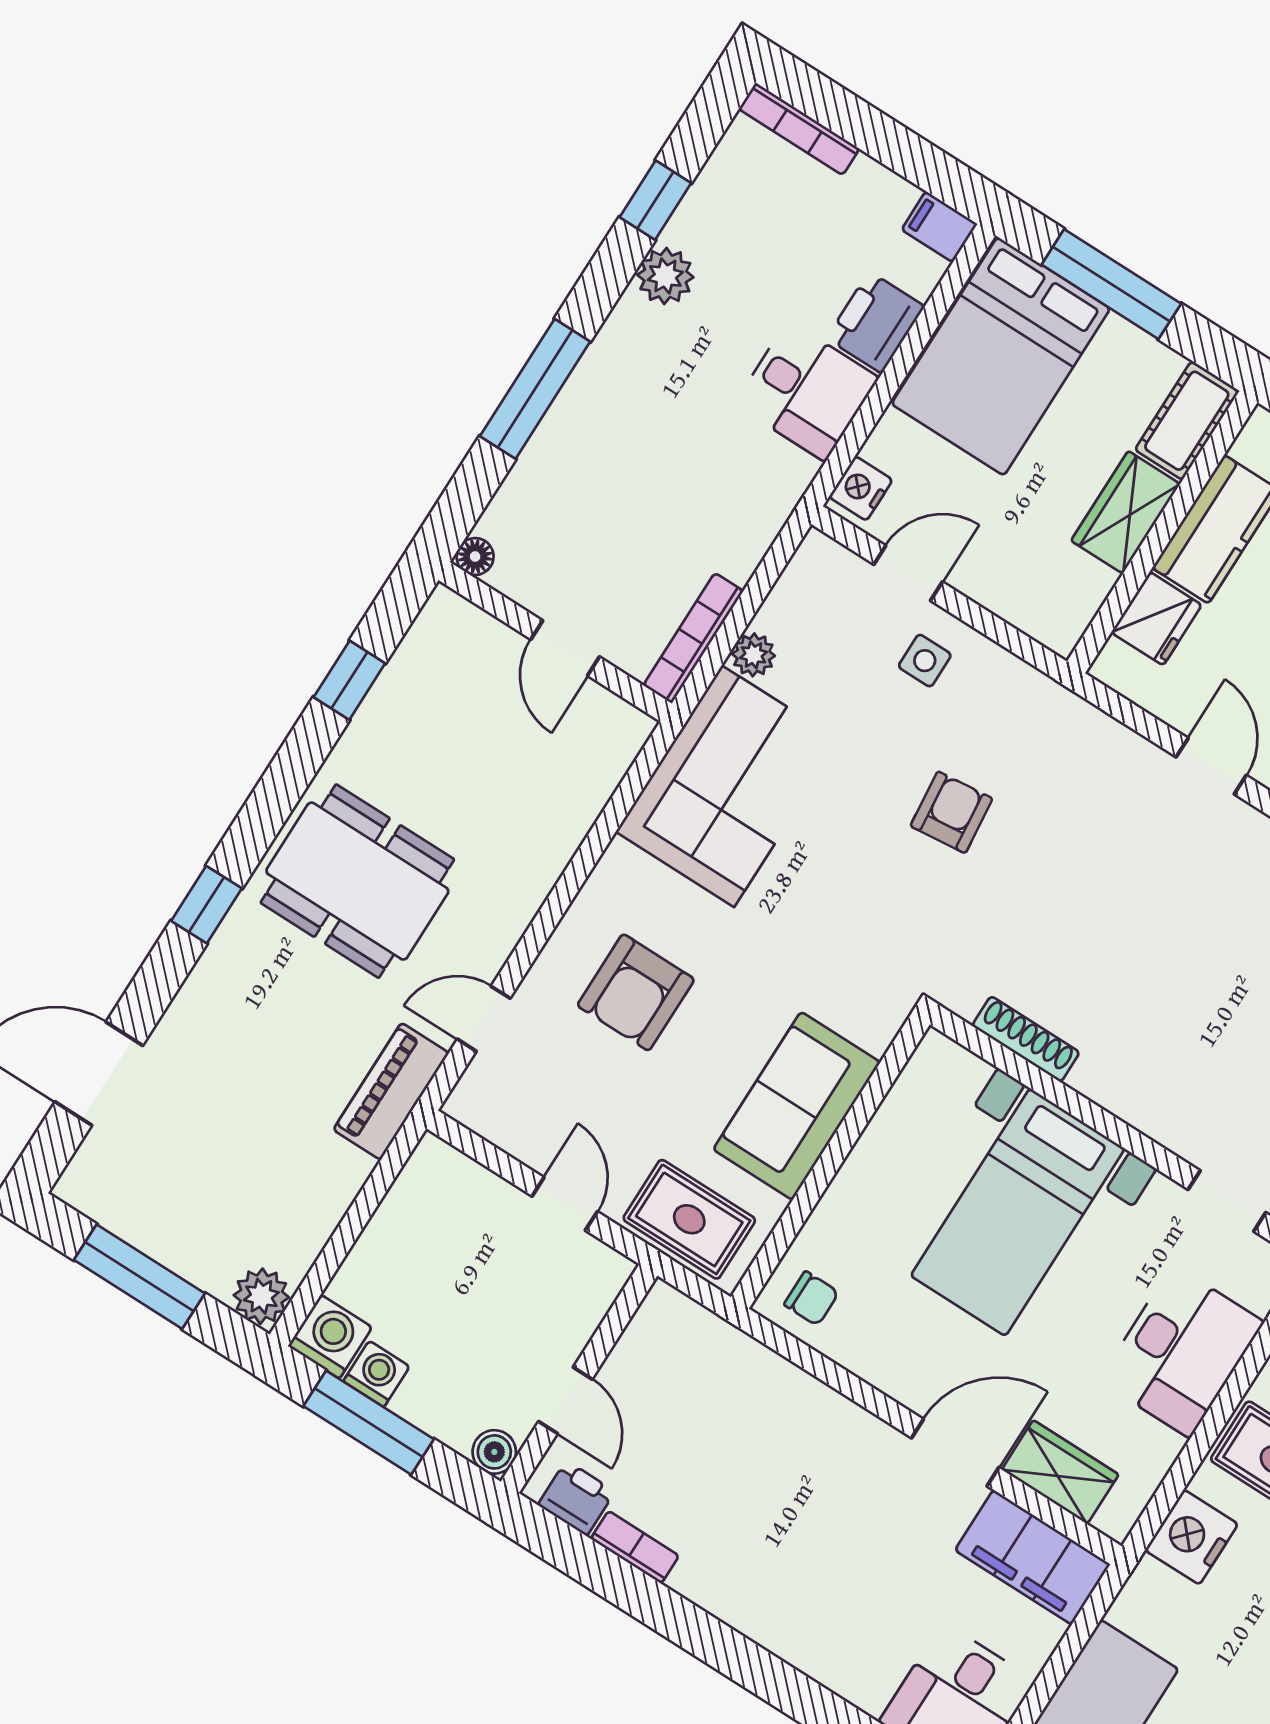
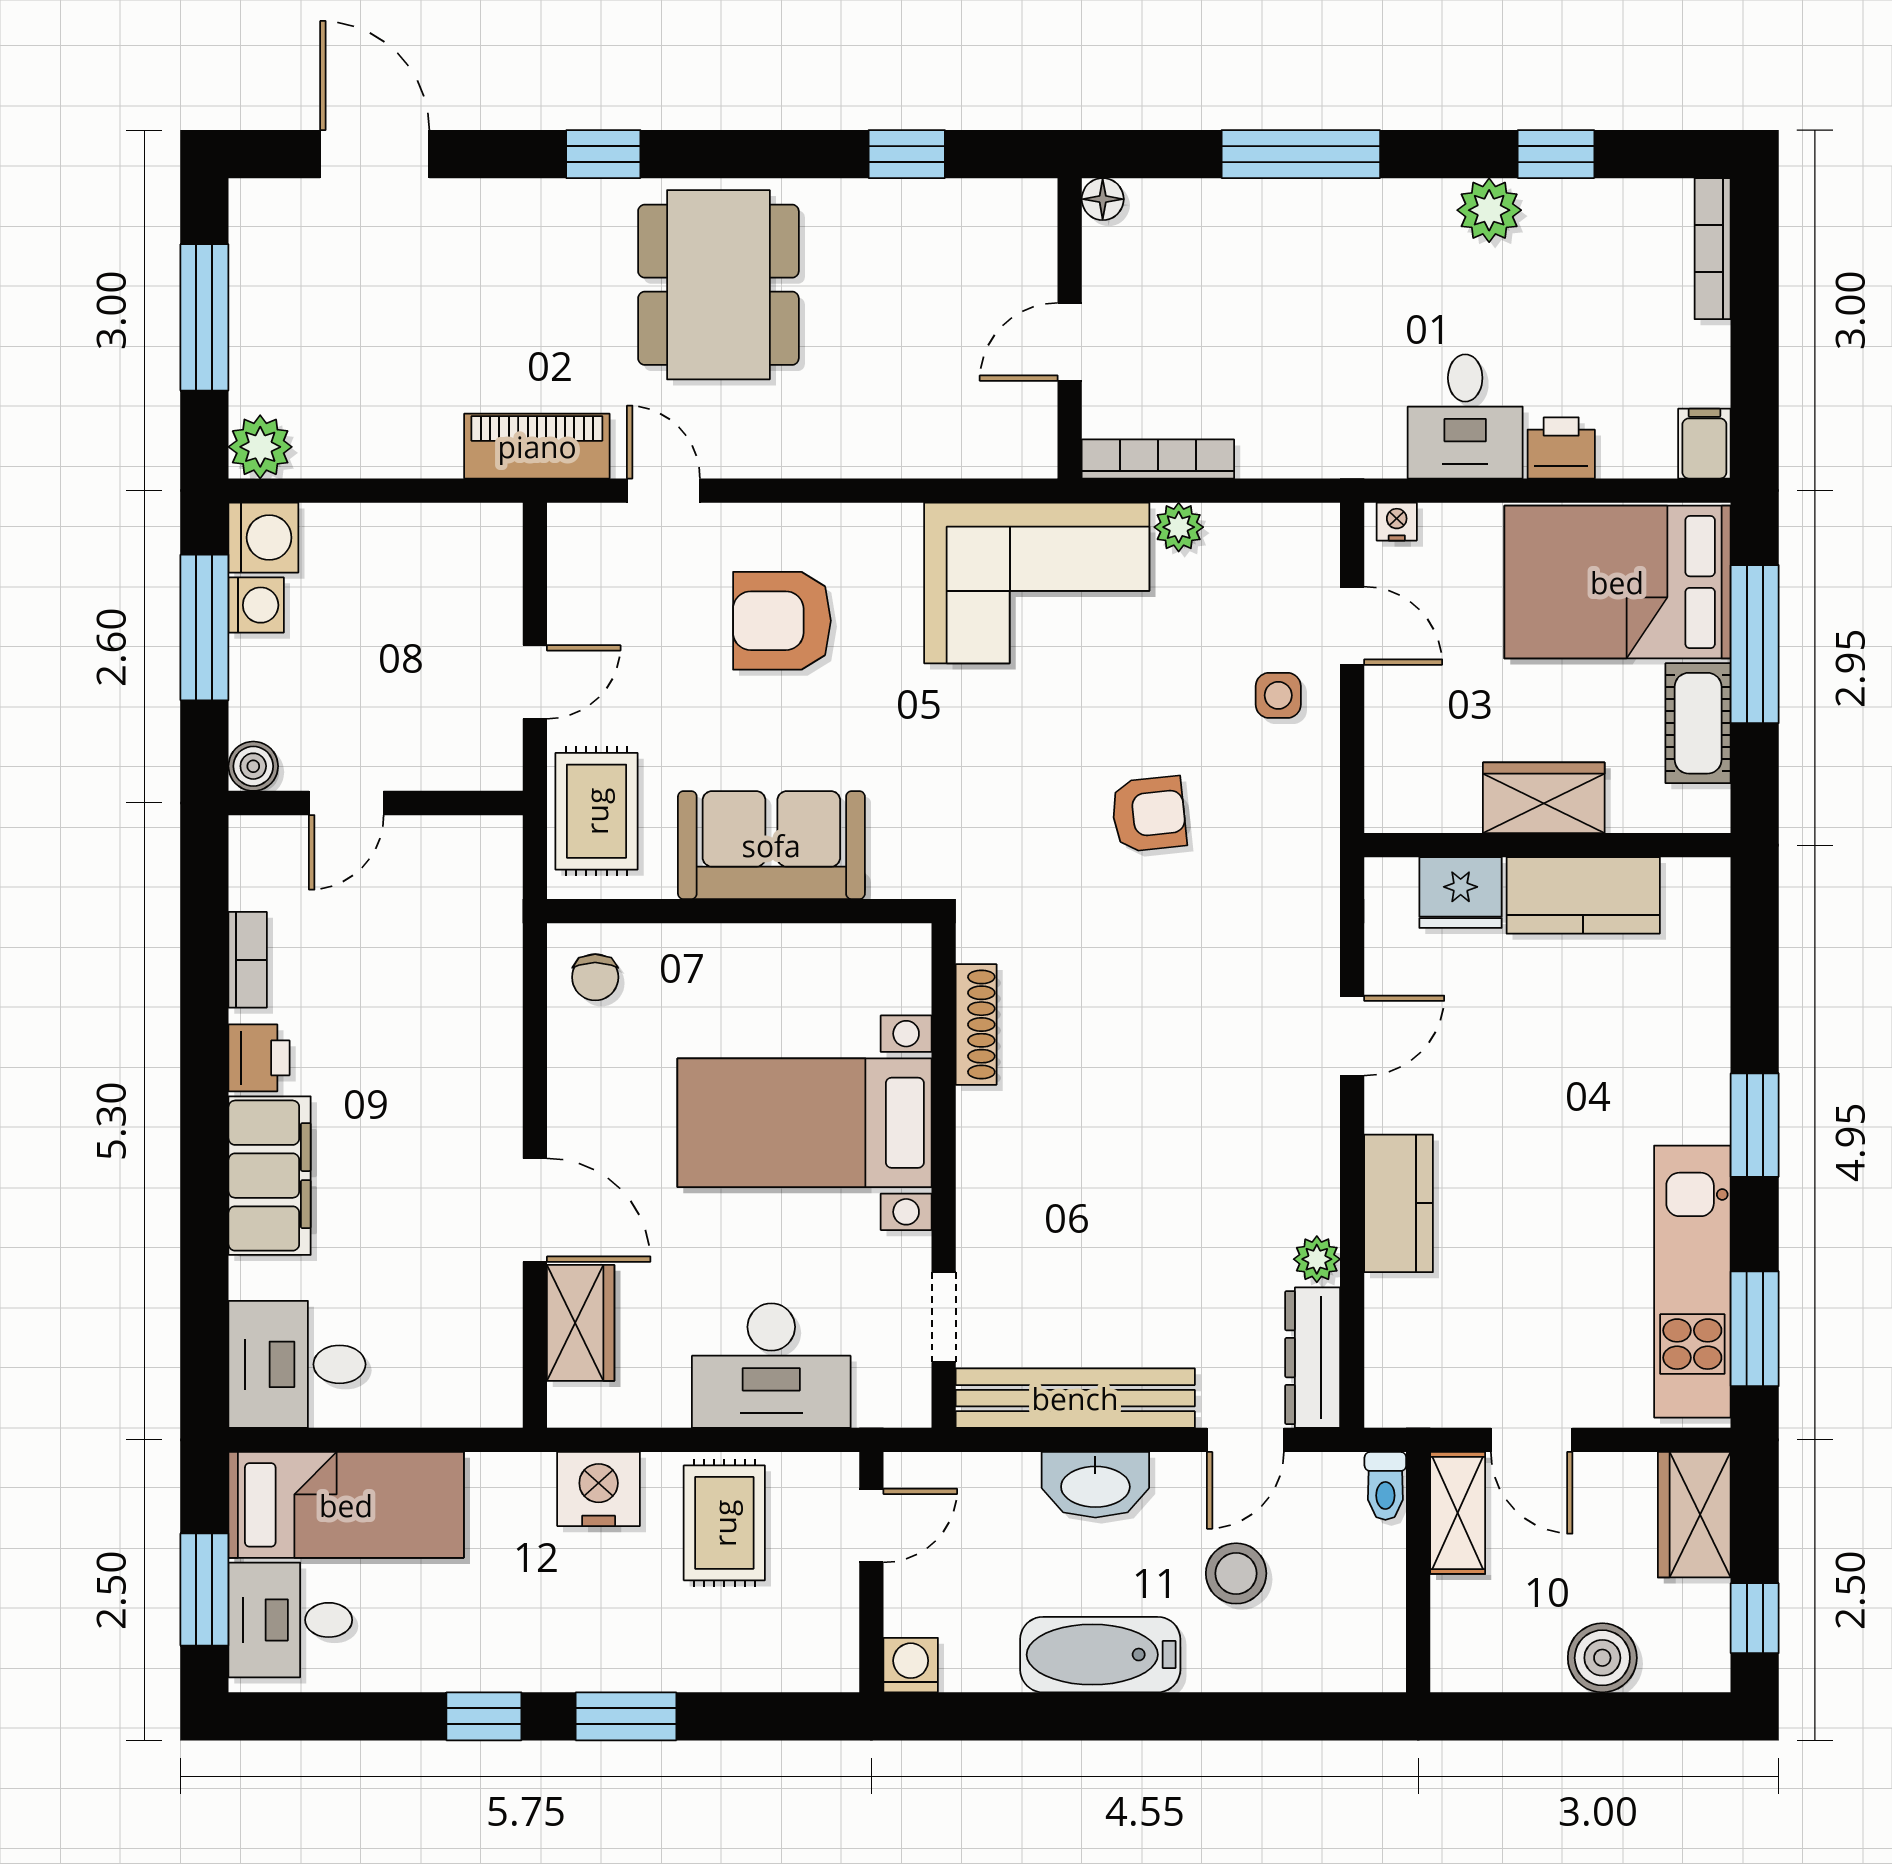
printer: (875, 322) -> (1561, 448), width x0.73, depth x0.81
cot: (1187, 421) -> (1698, 723), moved, turned 90
nightstand: (861, 488) -> (1397, 522), width x0.72, depth x0.74
printer: (576, 1498) -> (259, 1058), moved
filing cabinet: (1033, 1557) -> (270, 1176), moved, turned 180

